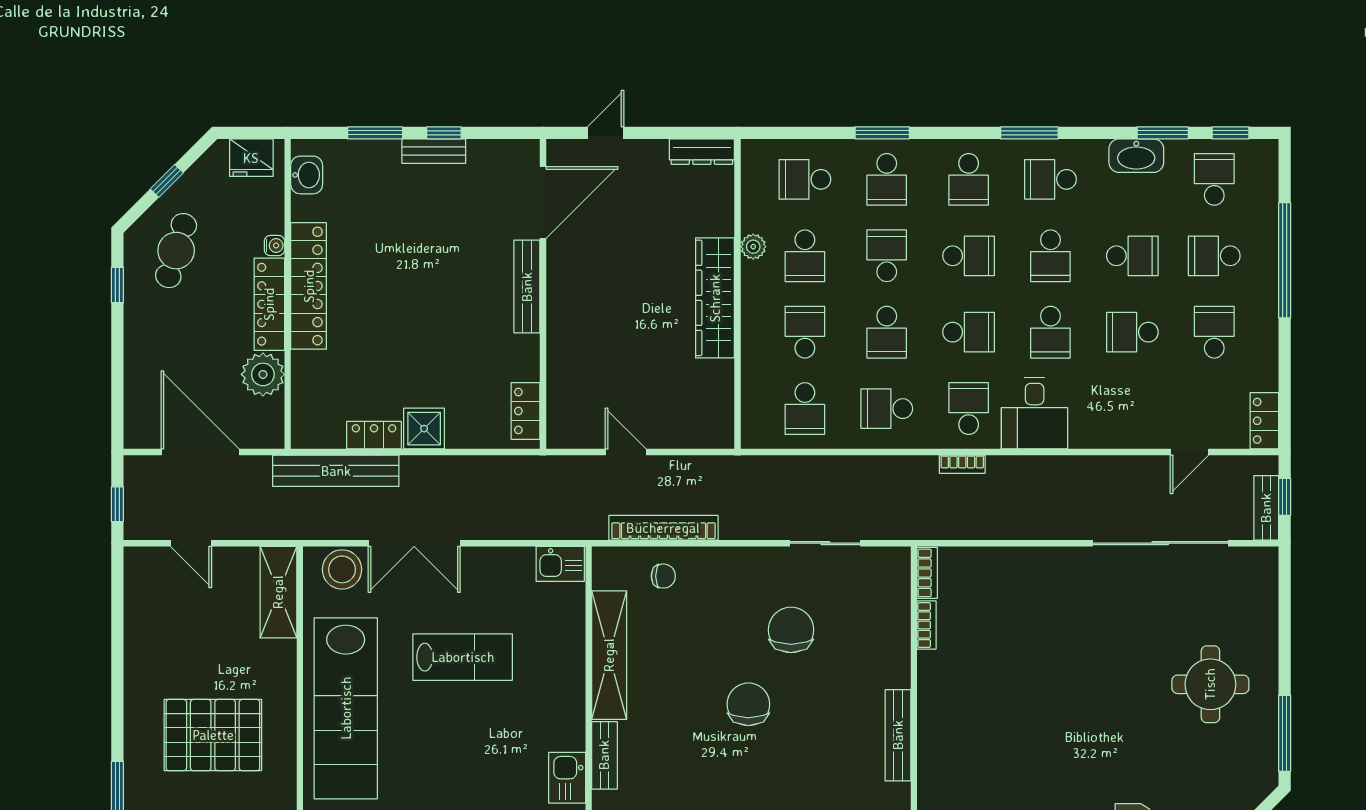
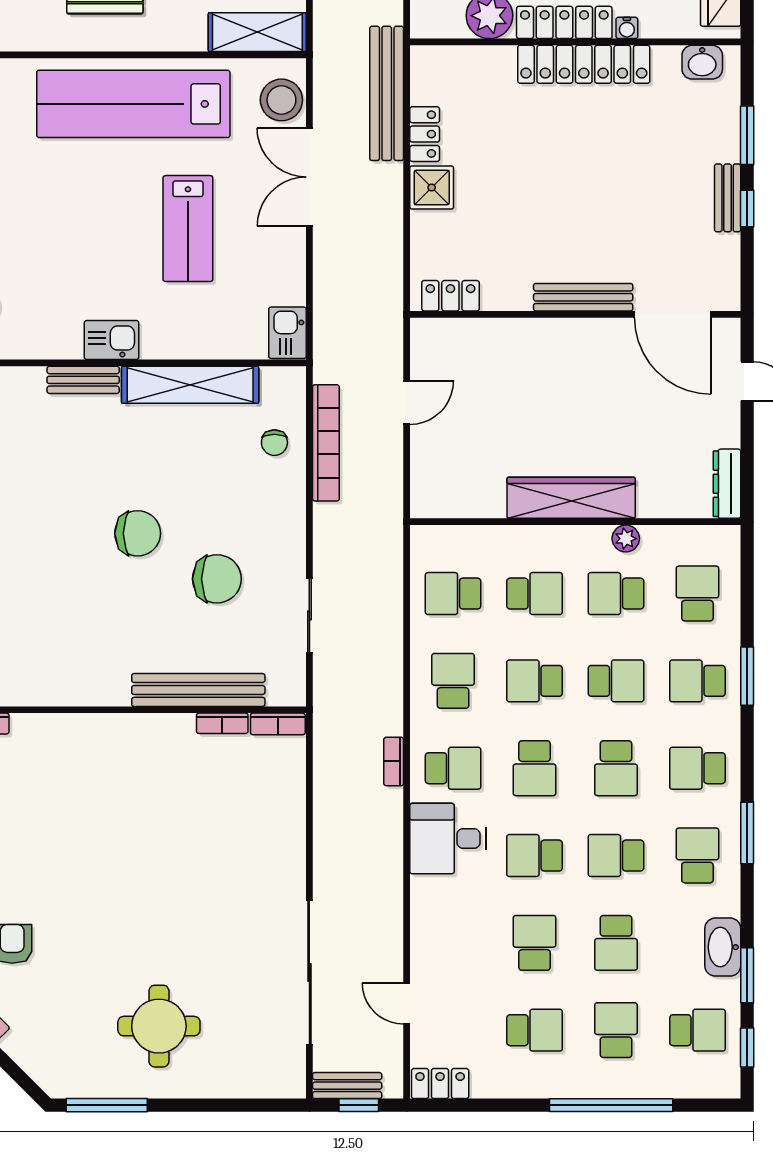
bench: (898, 735) -> (198, 690), moved, width x1.37, depth x1.21
kitchen sink: (567, 778) -> (112, 340), moved

